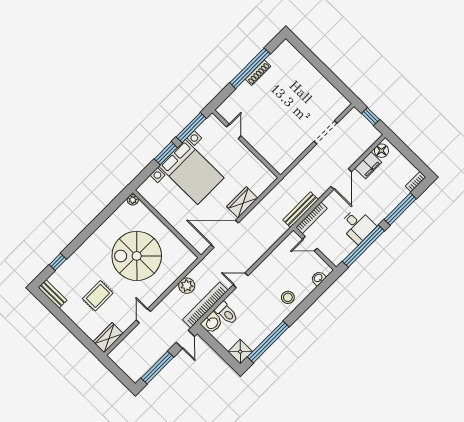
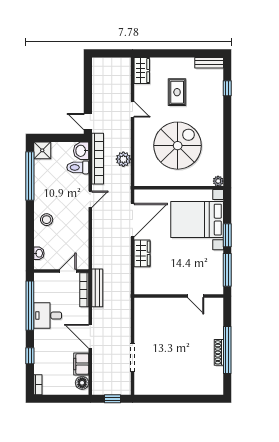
bed with nightstands: (191, 172) -> (197, 220), moved
window: (400, 209) -> (30, 356), width x0.46
window: (157, 368) -> (88, 84), removed

